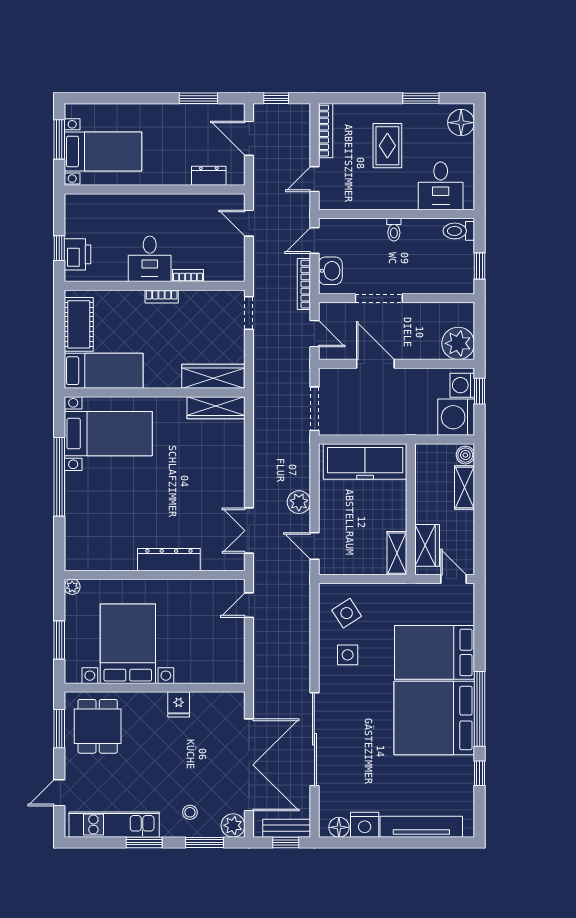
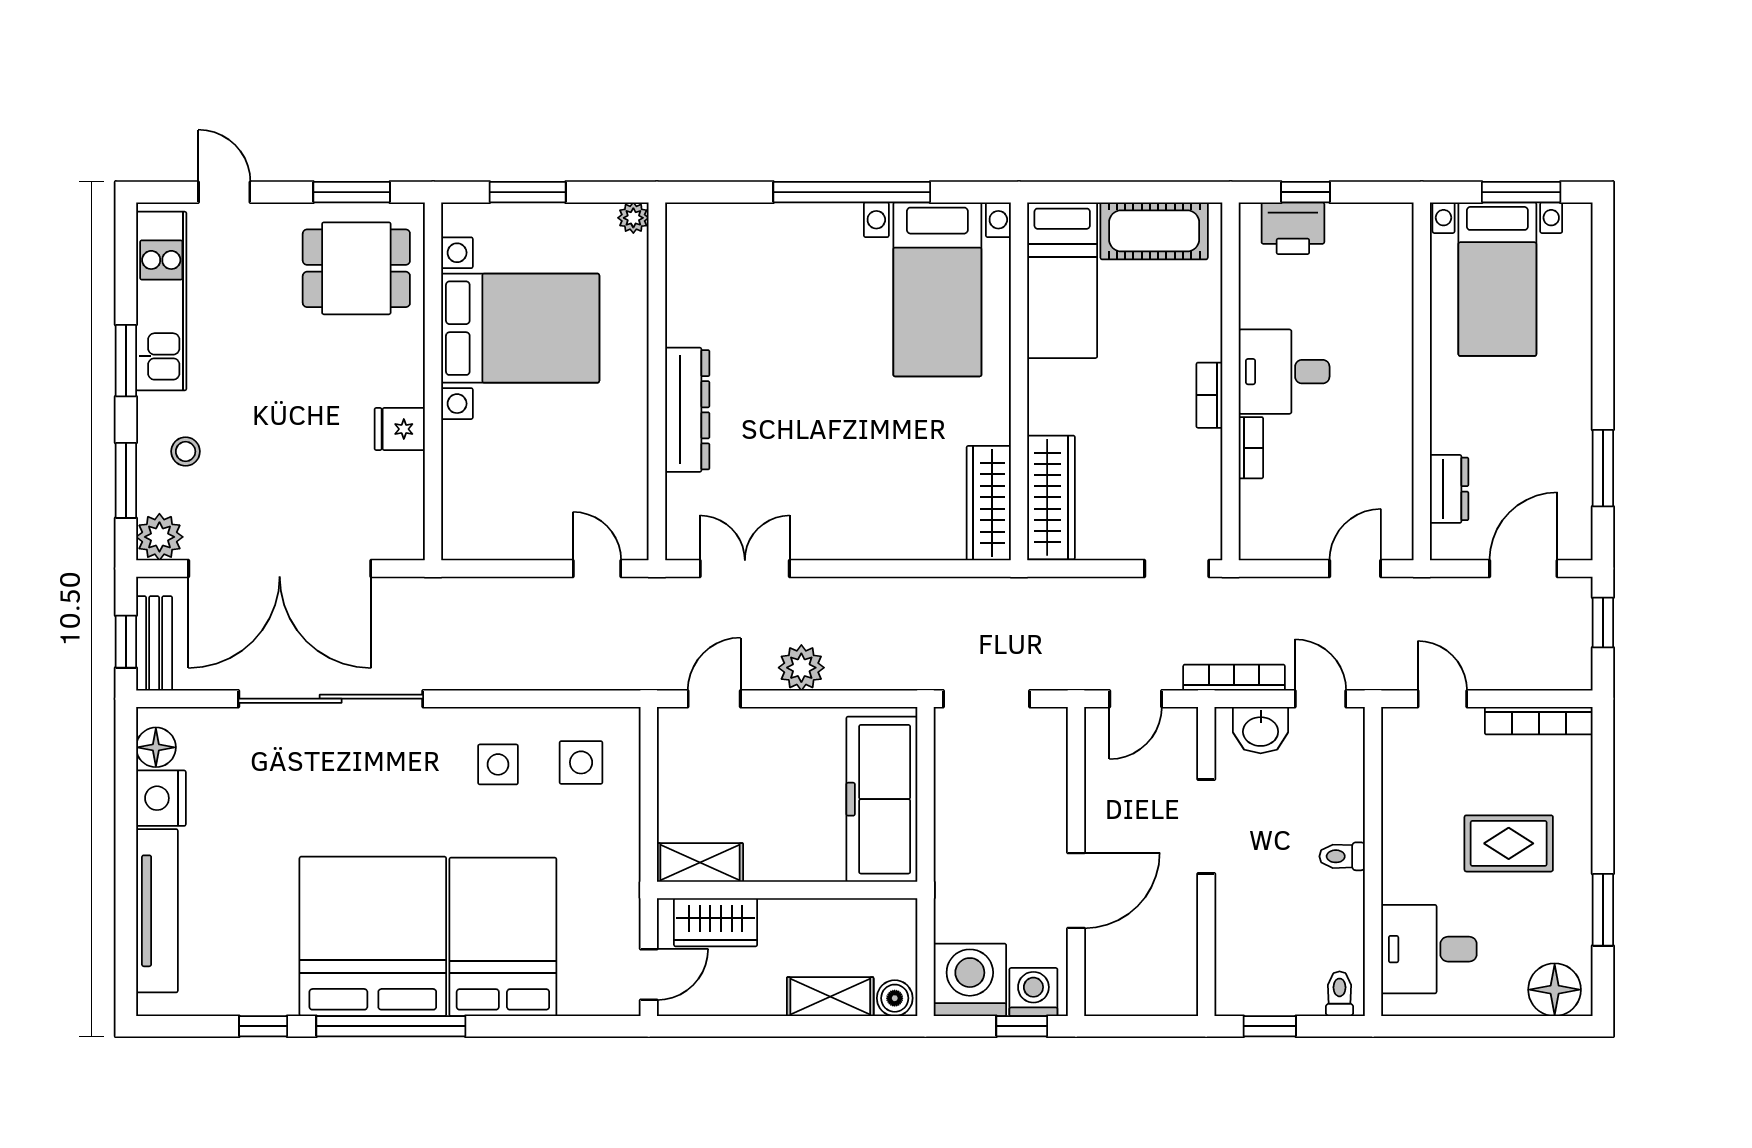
toilet: (459, 231) -> (1340, 994), width x0.73, depth x0.72
plant: (458, 343) -> (1116, 984), removed
door: (375, 364) -> (1076, 891), moved
side table: (347, 613) -> (581, 762), turned 33

